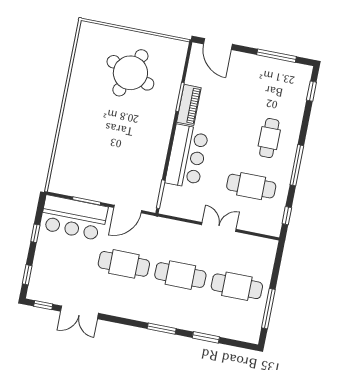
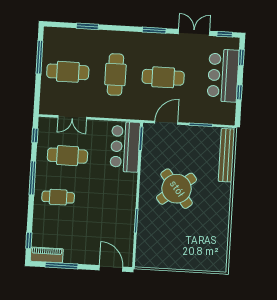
round table: (130, 73) -> (177, 189), moved, turned 30
piano: (189, 105) -> (47, 255), moved, turned 90
cafe table: (269, 138) -> (58, 197), turned 90
bar counter: (187, 156) -> (125, 147), moved
bench: (61, 160) -> (226, 155), added
bar counter: (74, 218) -> (223, 75), moved, turned -90
double door: (219, 227) -> (72, 117), moved
cafe table: (180, 275) -> (115, 75), turned 90
window: (162, 329) -> (154, 30), moved

